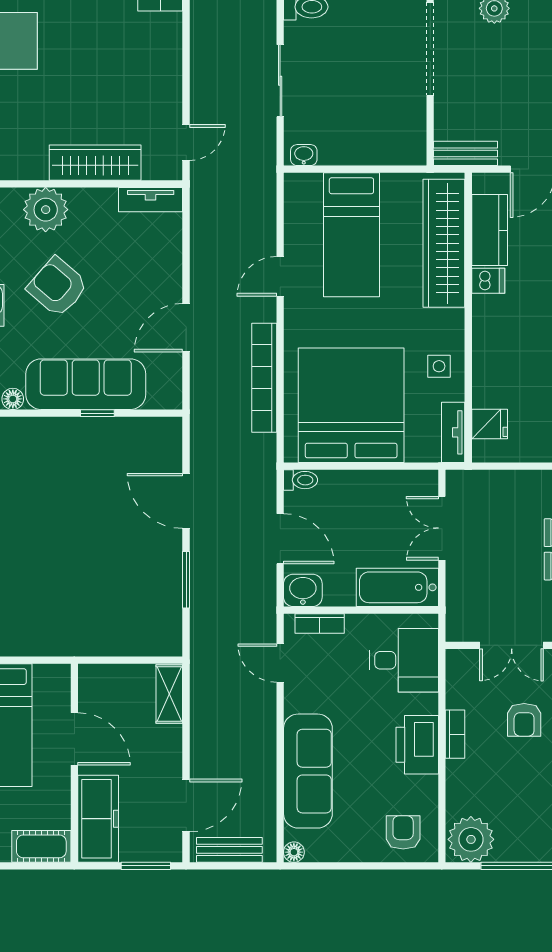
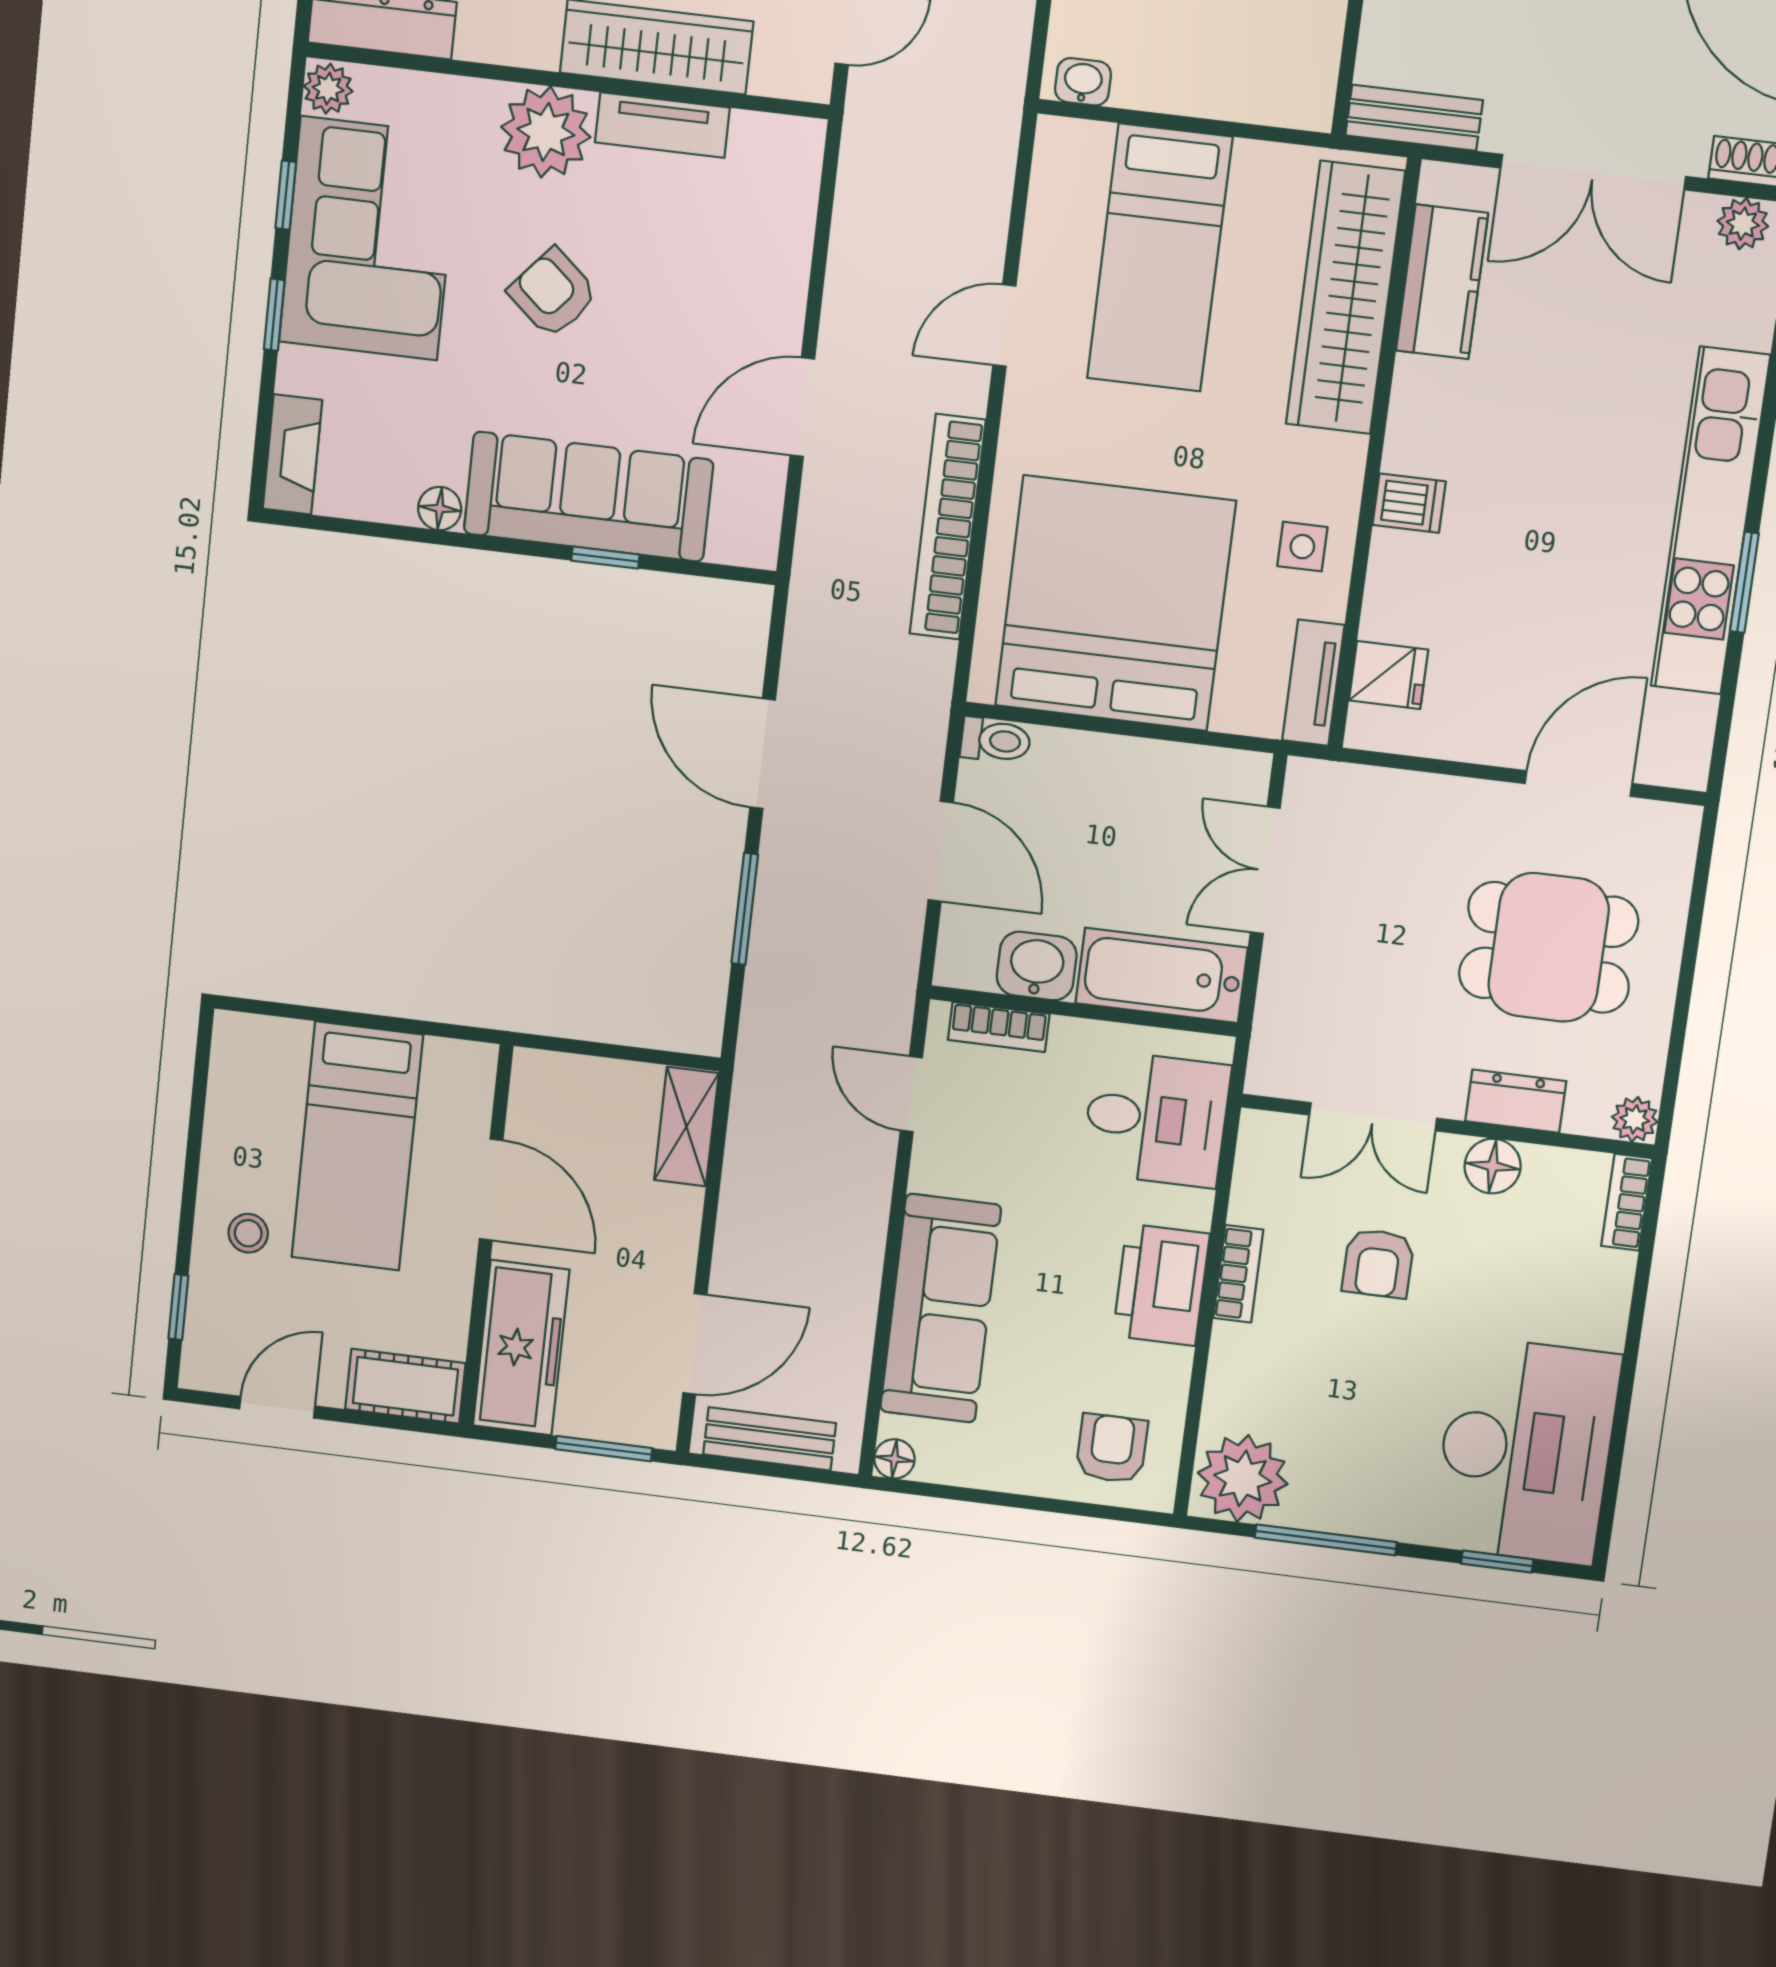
tv unit: (151, 200) -> (662, 125), moved
dishwasher: (488, 281) -> (1409, 503), moved
armchair: (58, 287) -> (553, 293), width x0.72, depth x0.72
washbasin: (303, 590) -> (1037, 966), moved

